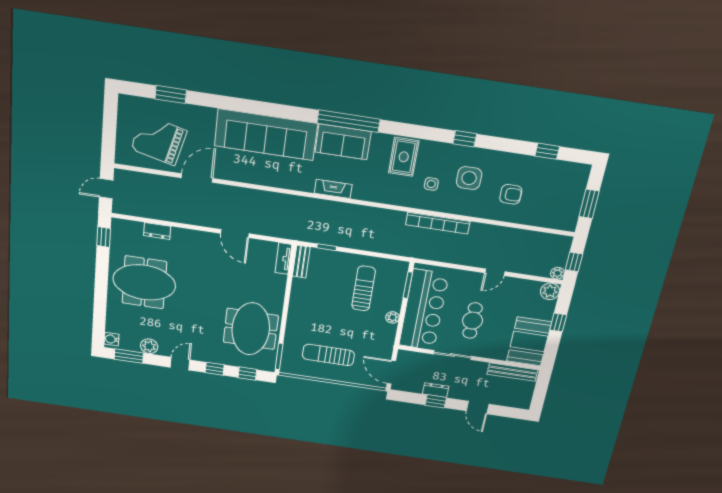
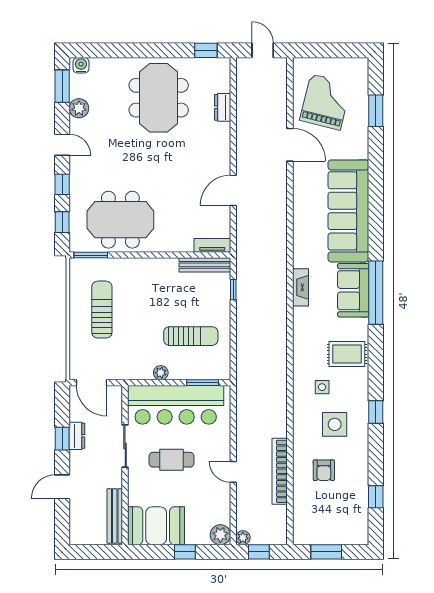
bookcase: (438, 223) -> (280, 471), moved
bench: (301, 262) -> (205, 265), width x1.36
door: (391, 372) -> (92, 383), swing flipped

